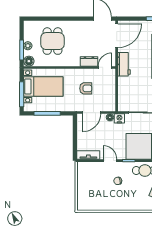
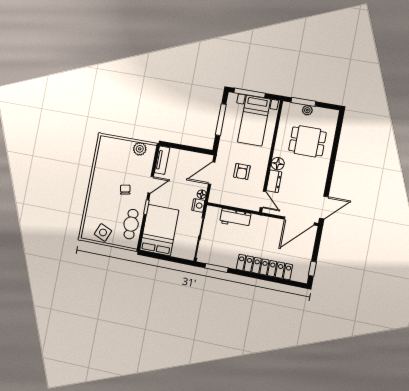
door: (117, 36) -> (299, 221), hinge flipped
floor lamp: (29, 61) -> (278, 164), moved
workbench: (124, 64) -> (235, 218), moved
door: (91, 113) -> (212, 173), hinge flipped
plant: (82, 175) -> (140, 149), added

